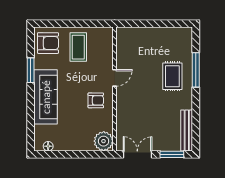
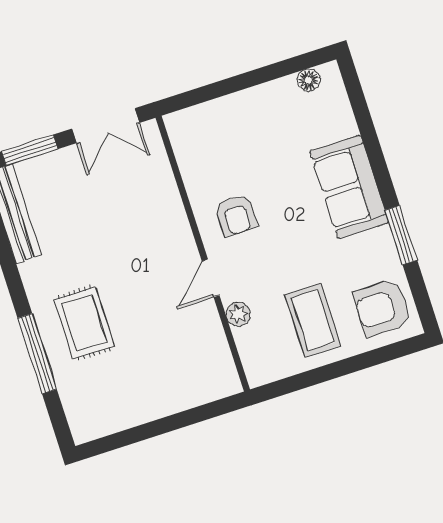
sofa: (46, 97) -> (349, 187), width x0.73
armchair: (96, 100) -> (236, 215), turned -90
plant: (104, 141) -> (238, 314), moved, width x0.53, depth x0.53

